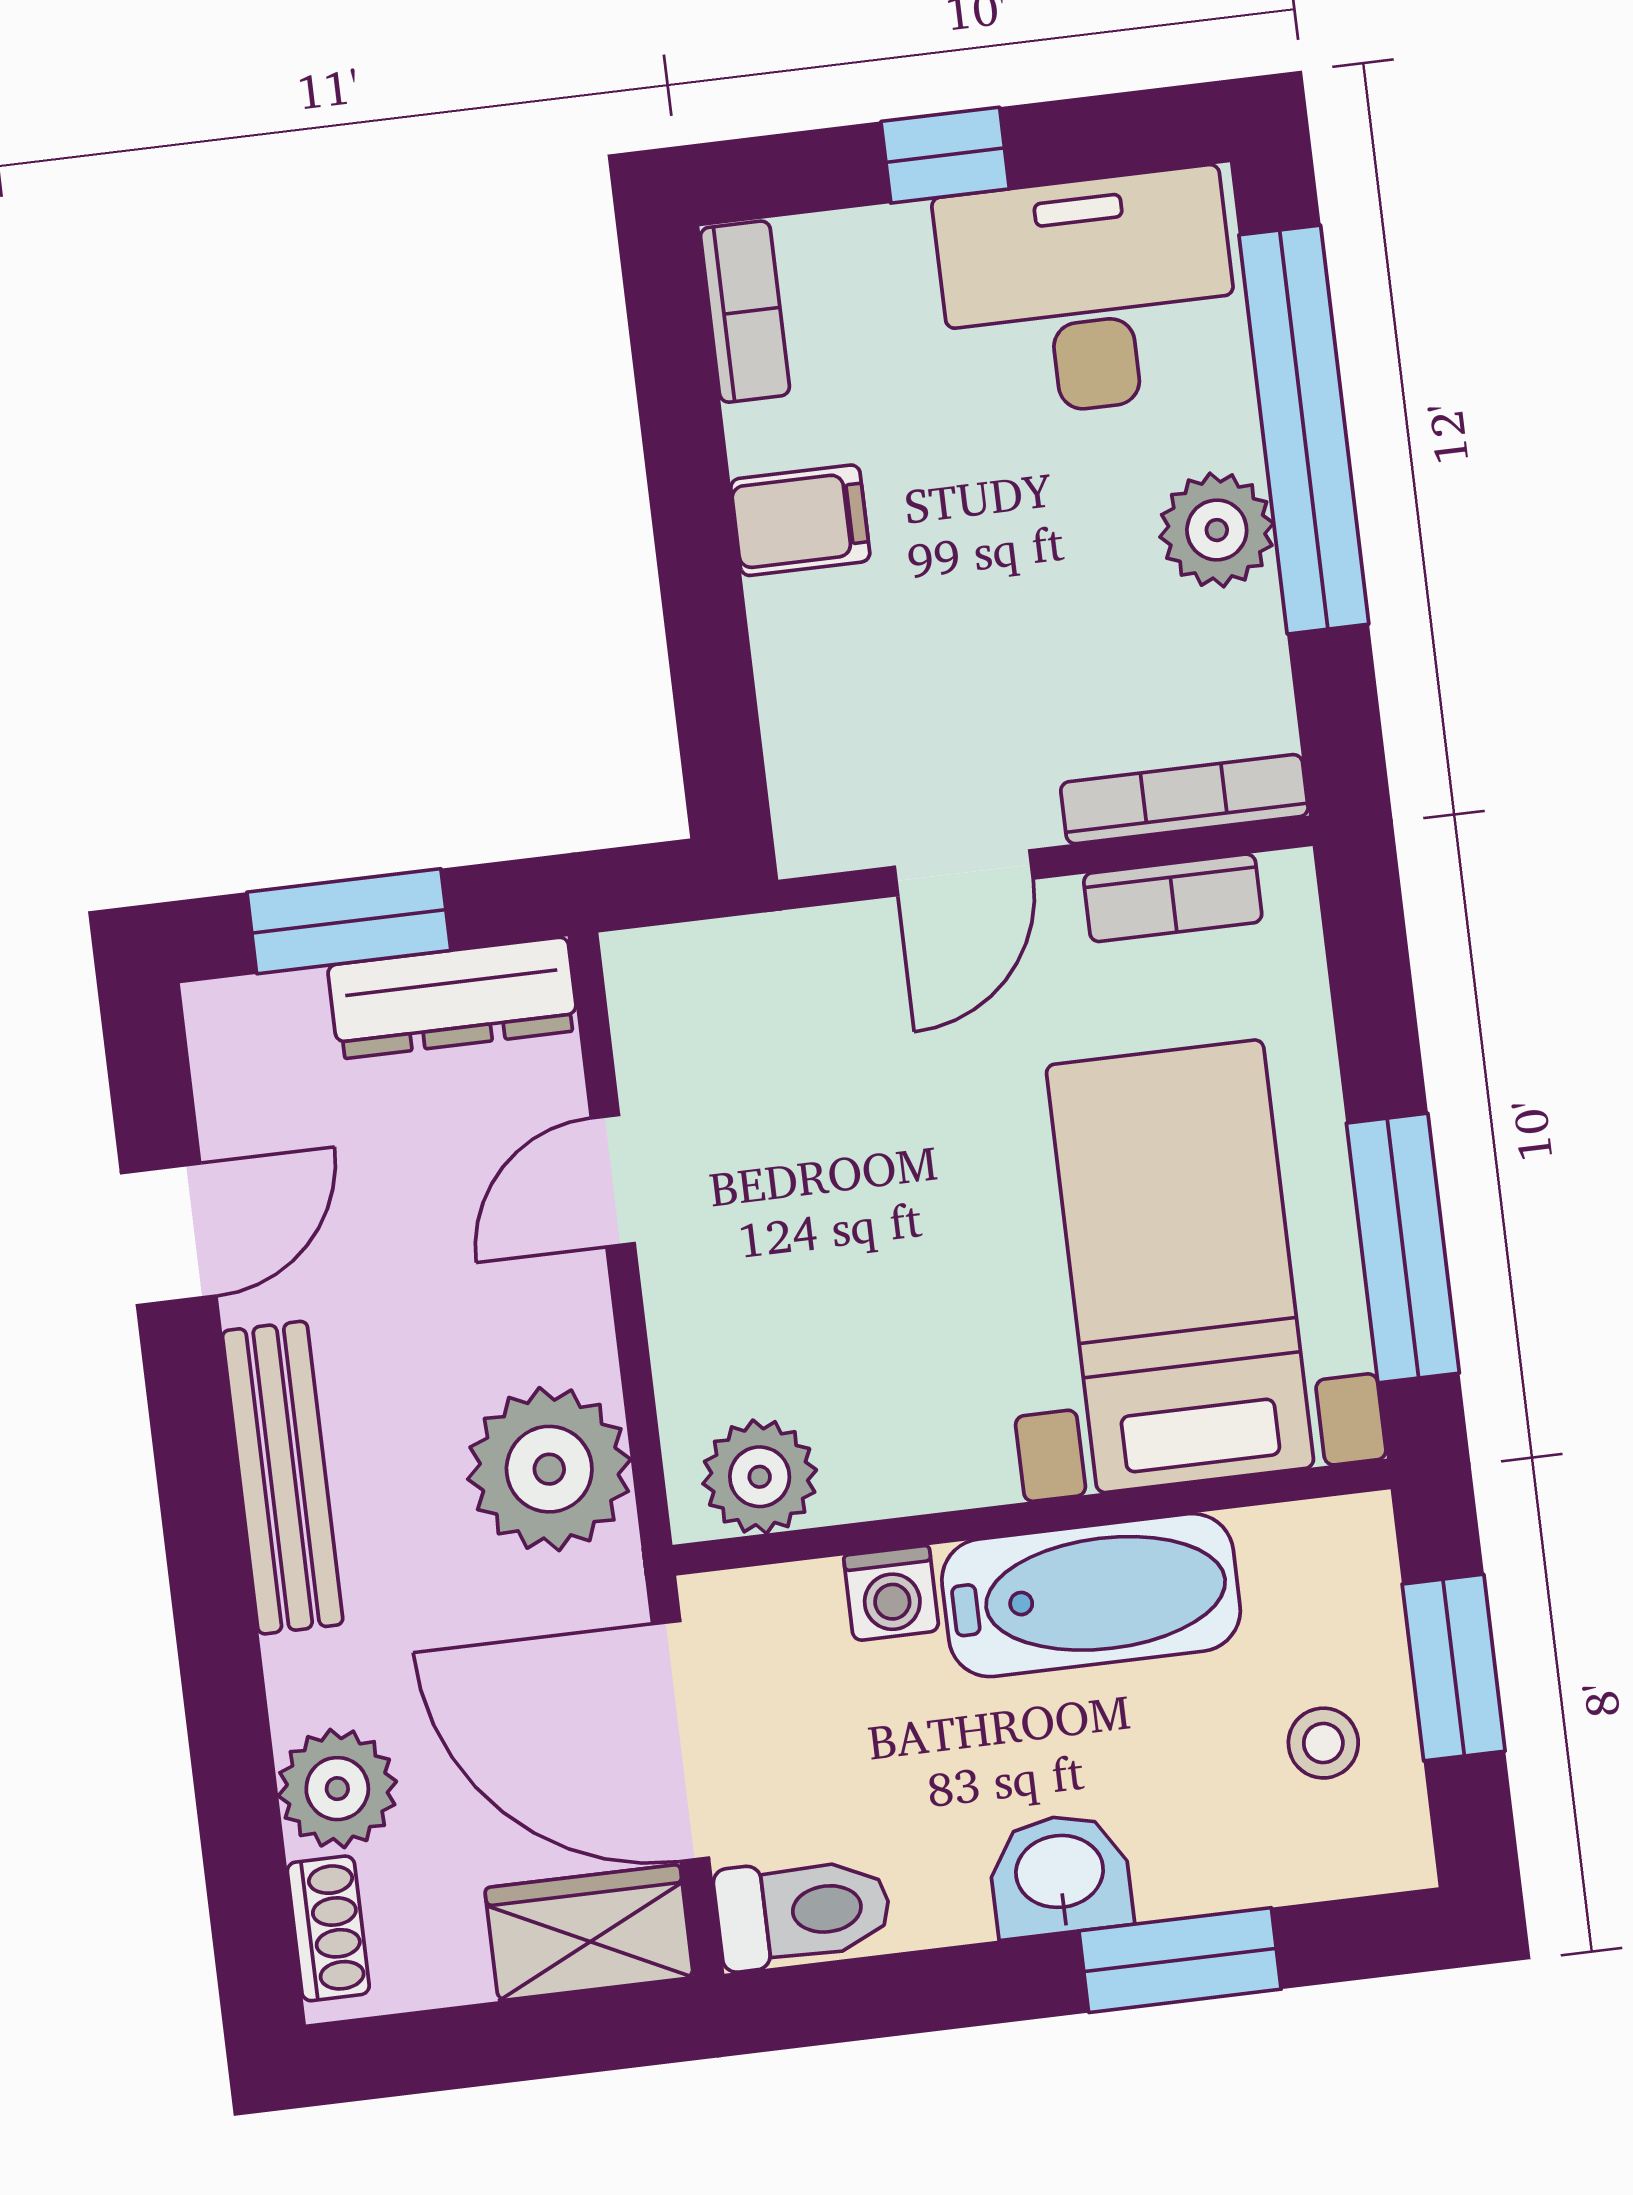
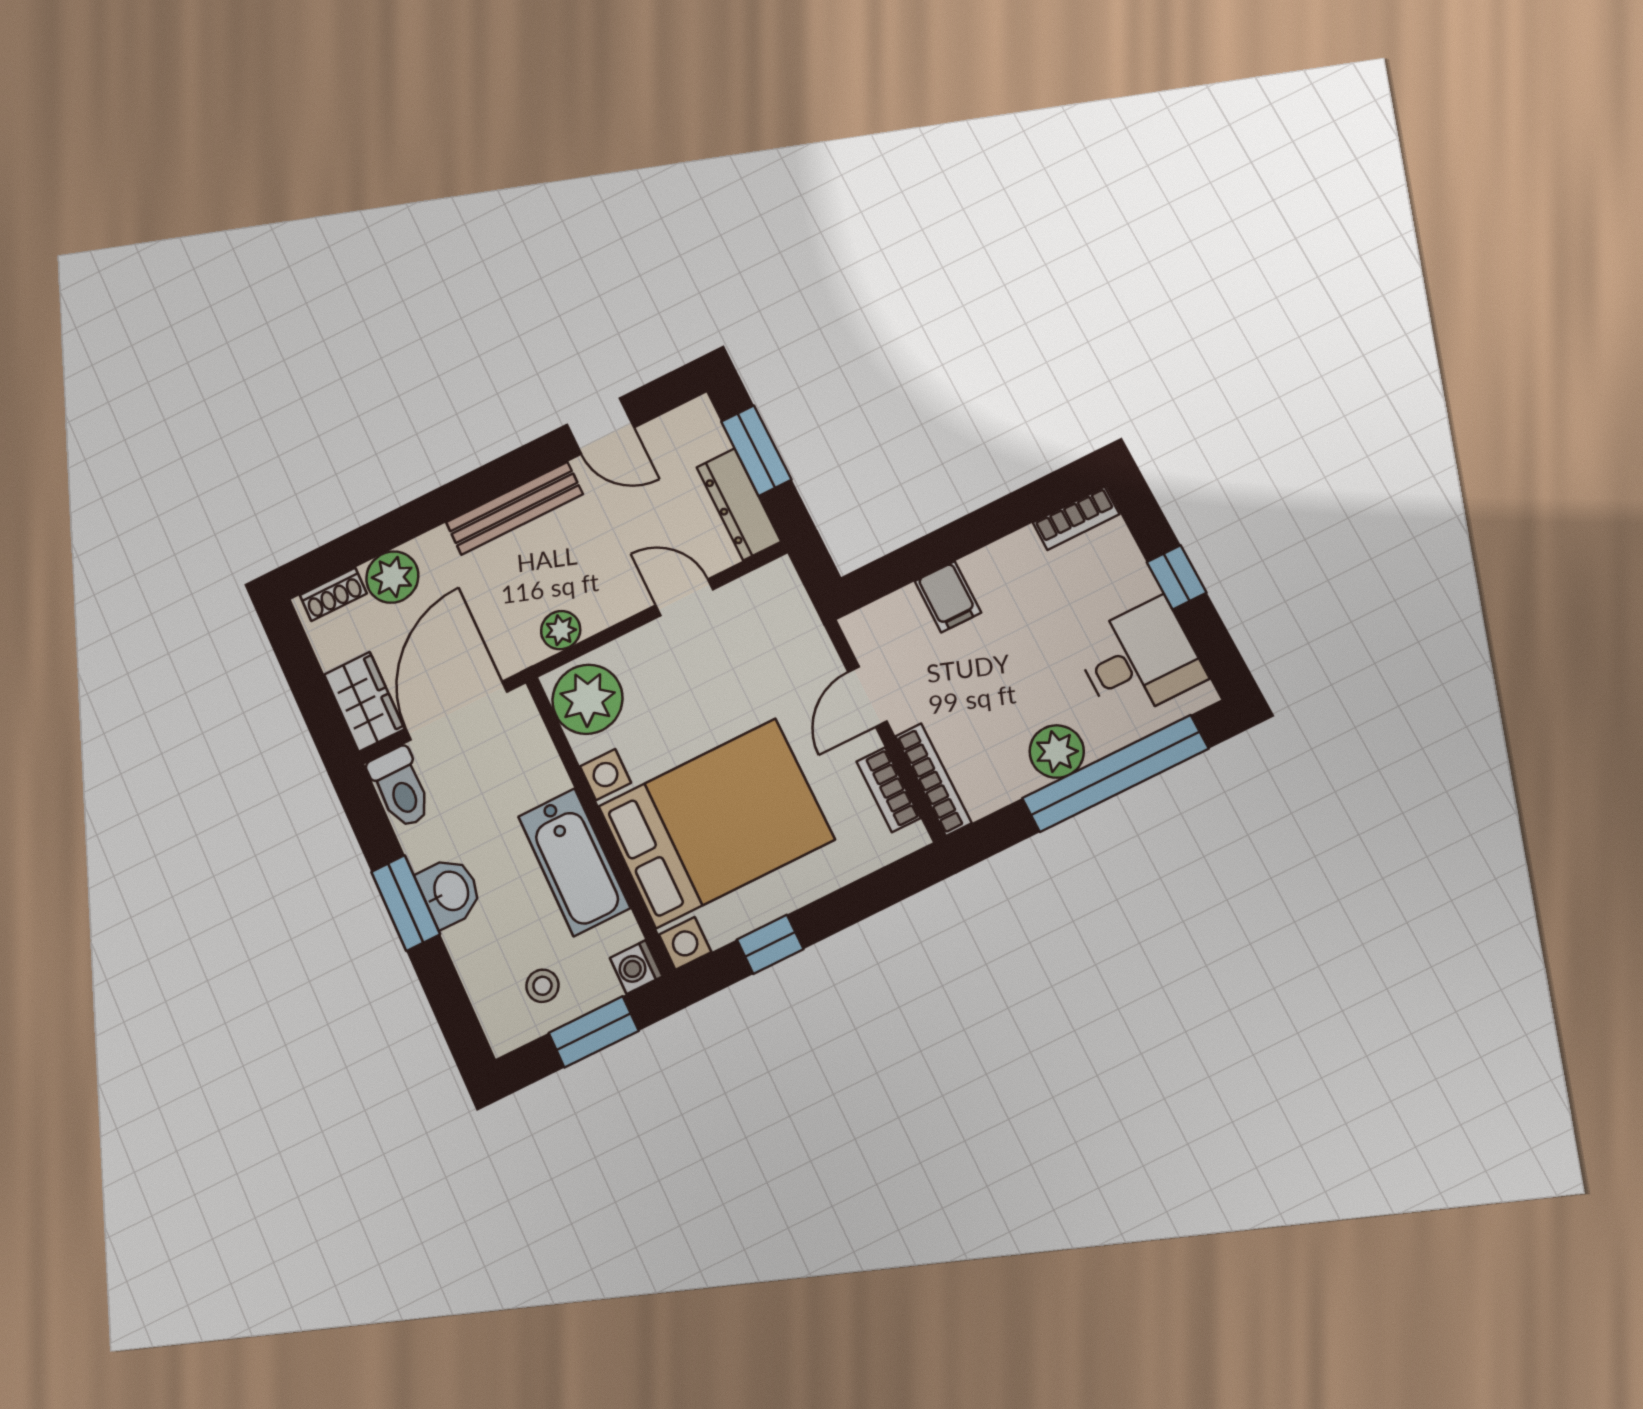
desk: (1088, 294) -> (1139, 659), width x0.73
filing cabinet: (800, 520) -> (948, 597), moved
door: (964, 873) -> (867, 697), hinge flipped
window: (1403, 1248) -> (770, 944), width x0.46
bed with nightstands: (1180, 1266) -> (716, 823), width x1.36
plant: (549, 1469) -> (561, 630), width x0.53, depth x0.53
plant: (760, 1477) -> (587, 699), width x1.36, depth x1.36
washing machine: (891, 1593) -> (636, 967), moved
window: (1180, 1960) -> (405, 903), moved

